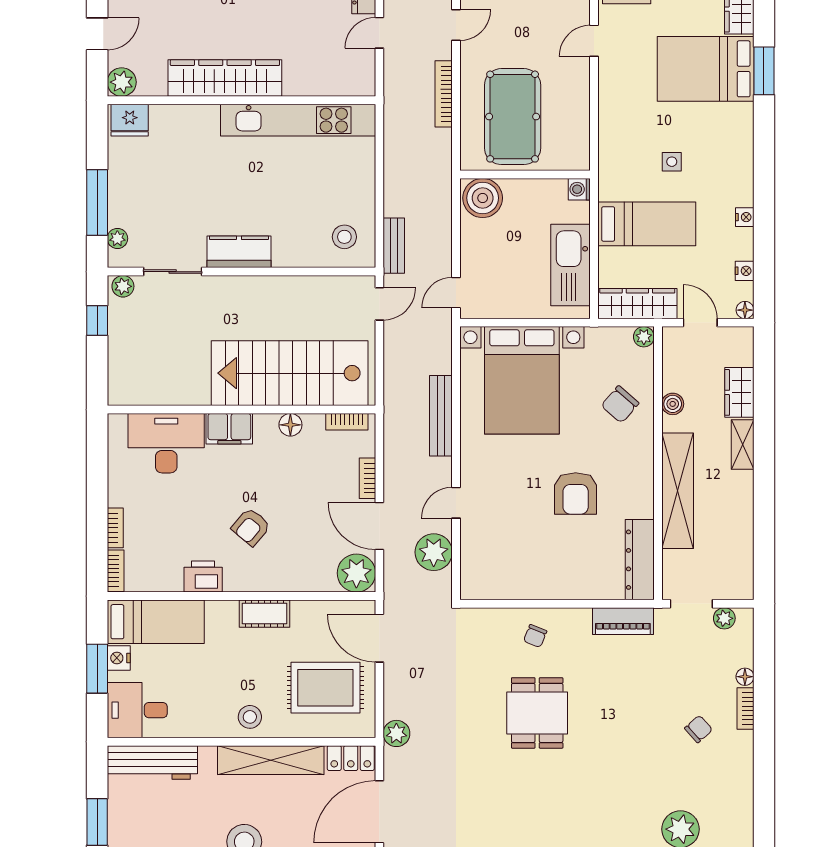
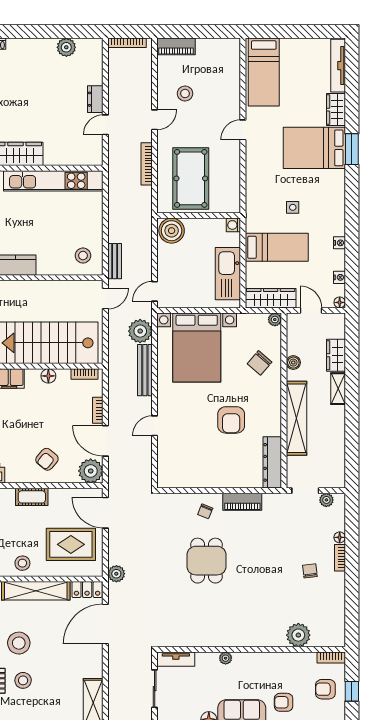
armchair: (251, 527) -> (47, 459), moved
plant: (434, 552) -> (140, 331), moved
piano: (623, 621) -> (242, 502), moved
chair: (699, 729) -> (310, 571), turned -55

